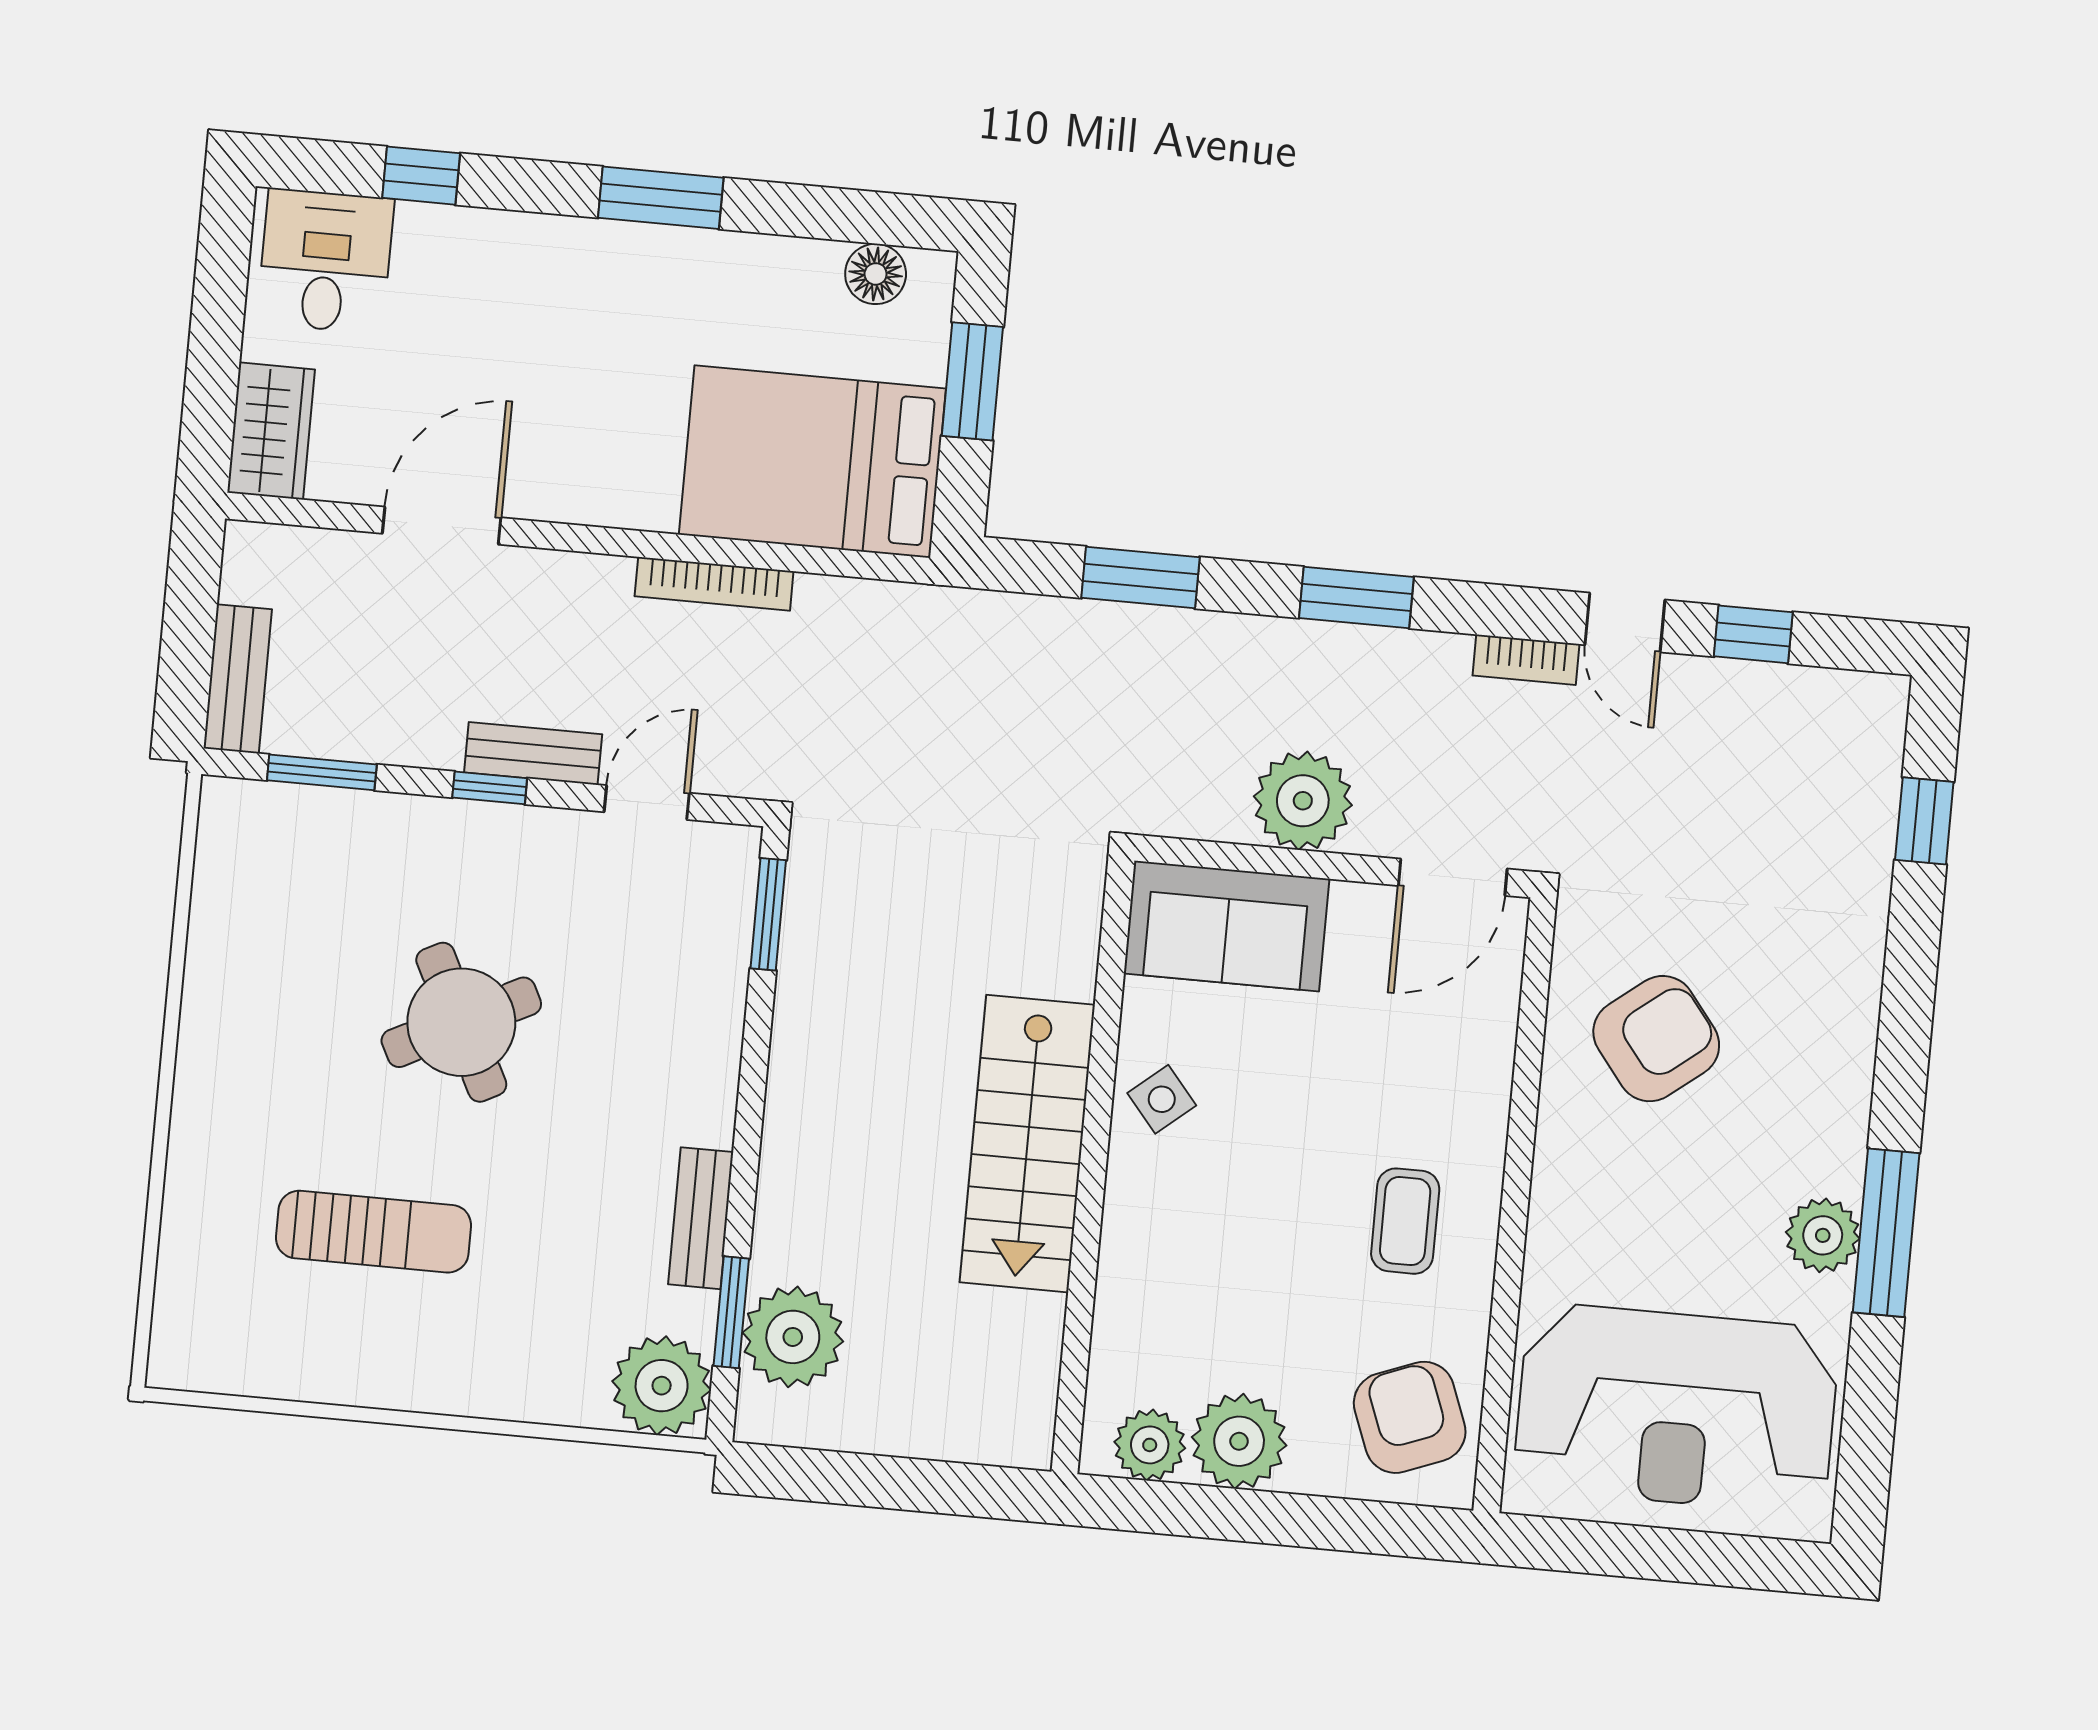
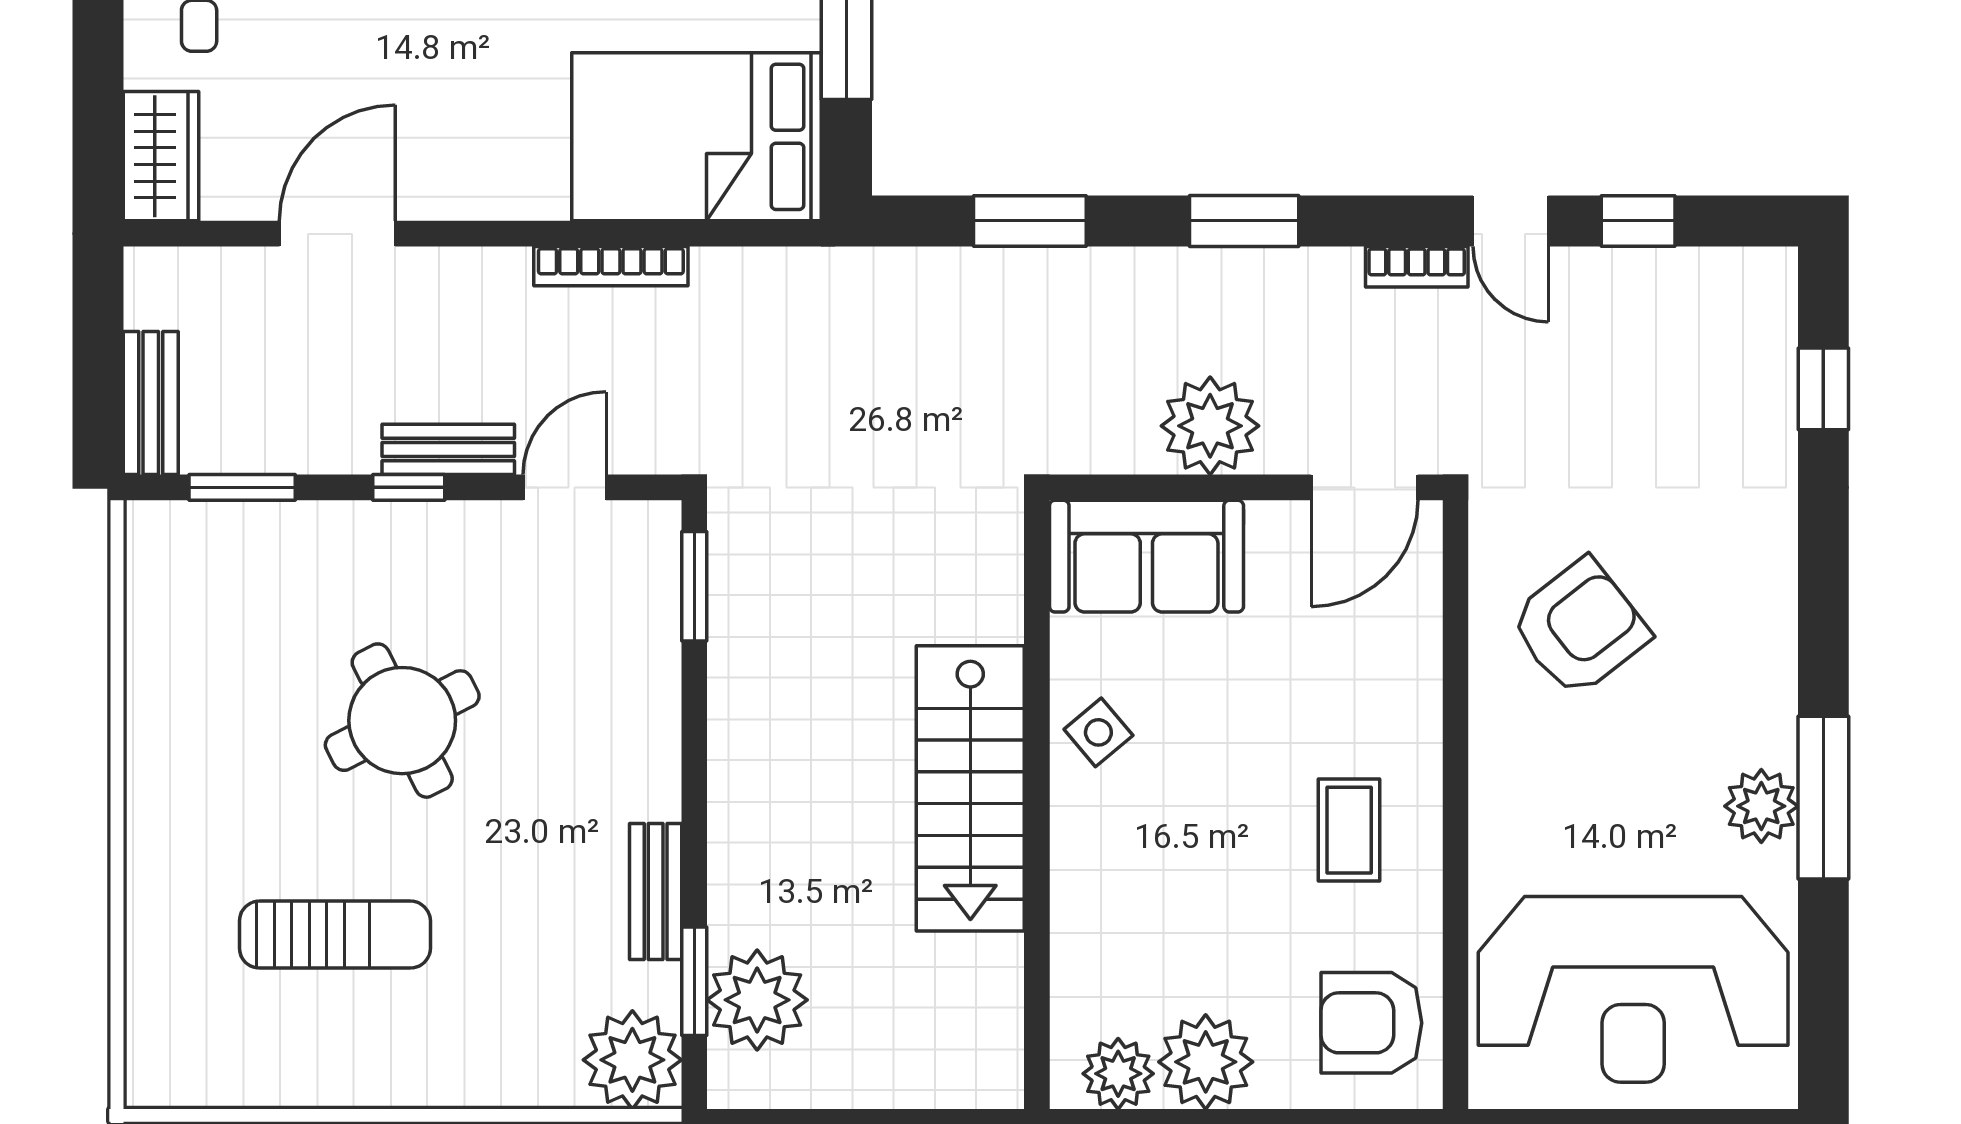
armchair: (1410, 1417) -> (1371, 1023), turned -69

